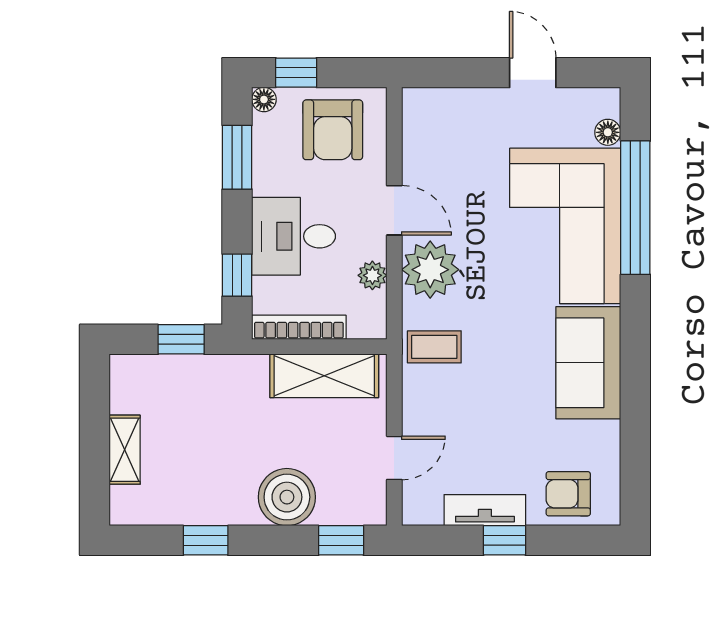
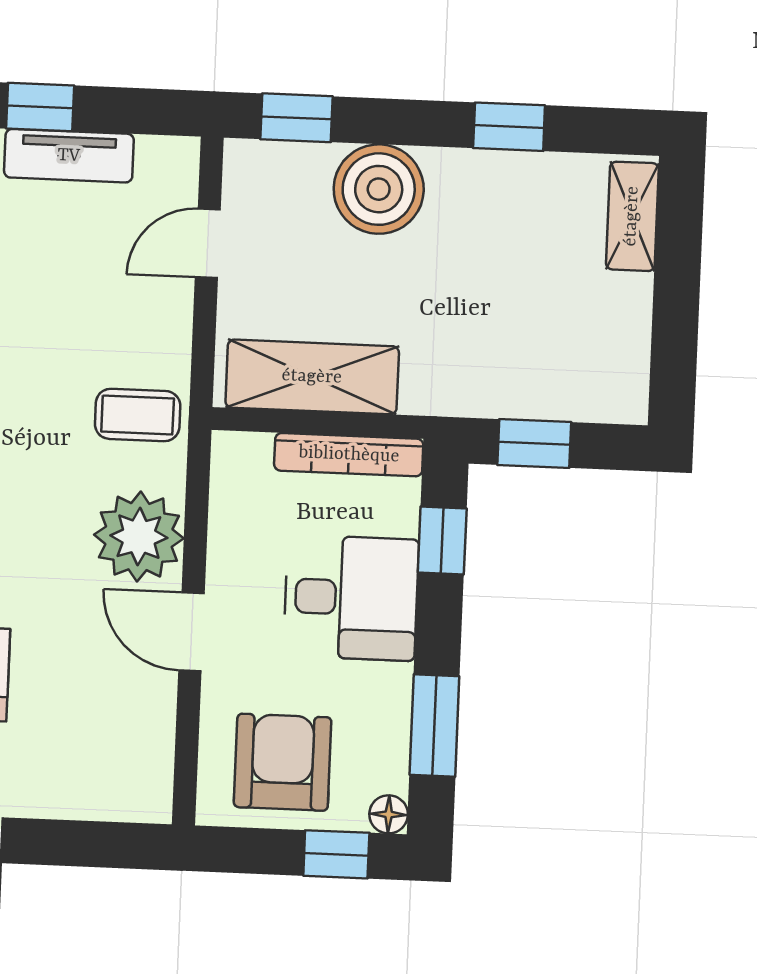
plant: (372, 275) -> (230, 531), removed
shelving: (125, 450) -> (632, 216), moved

